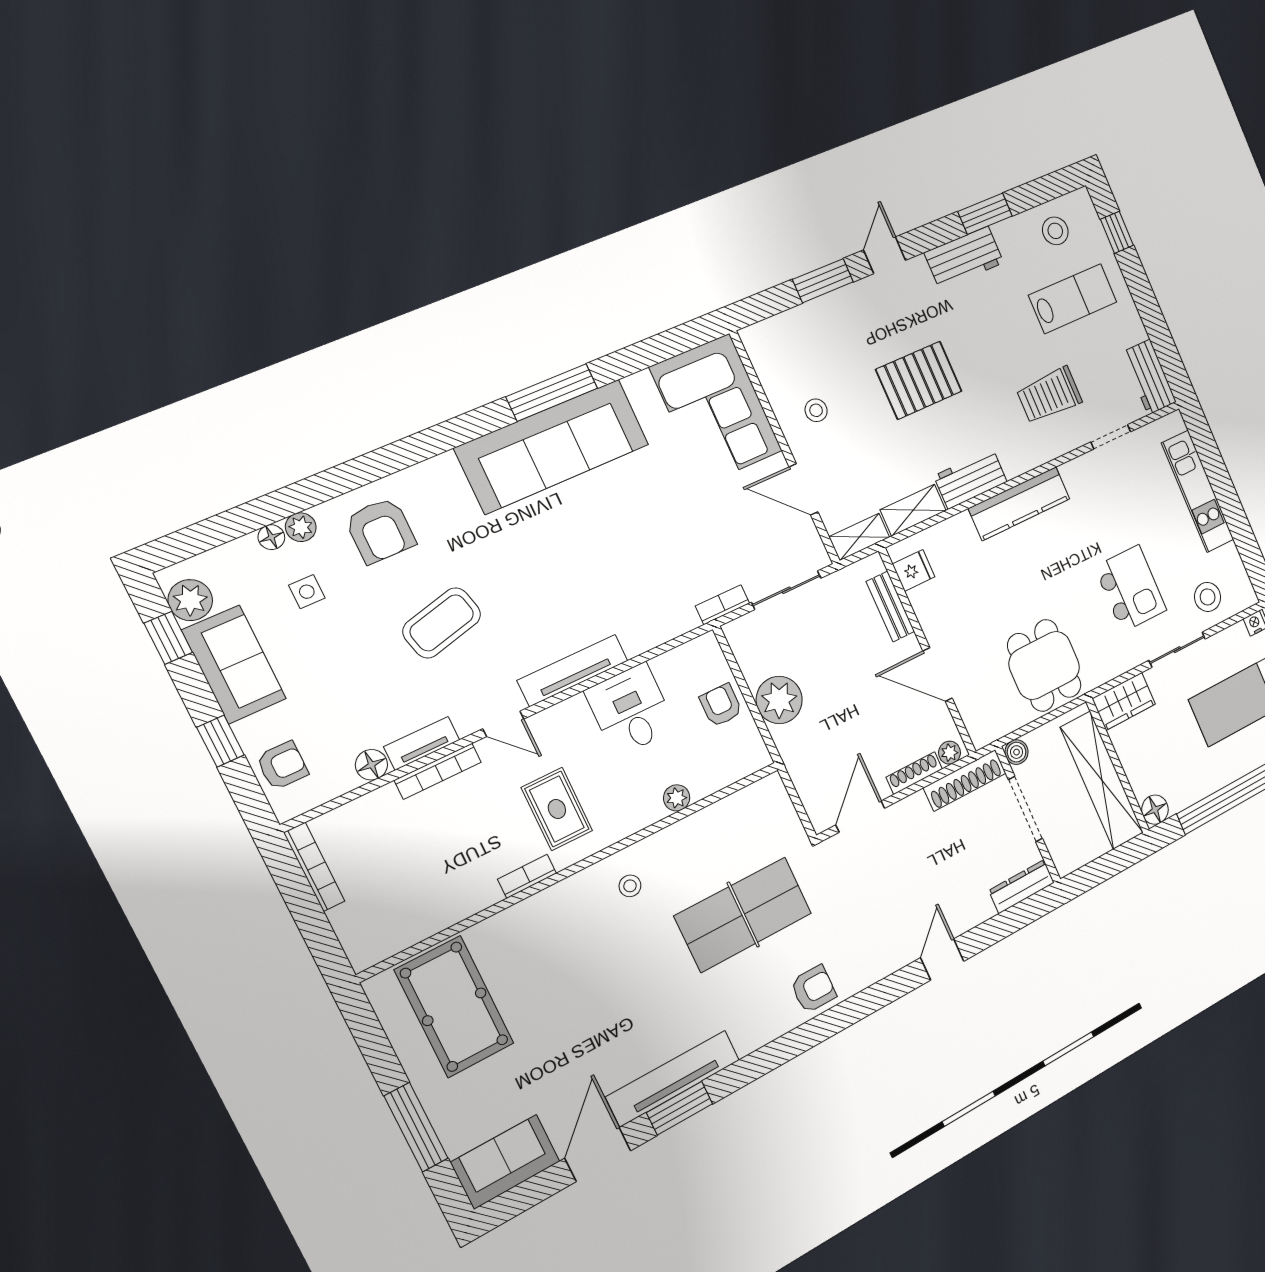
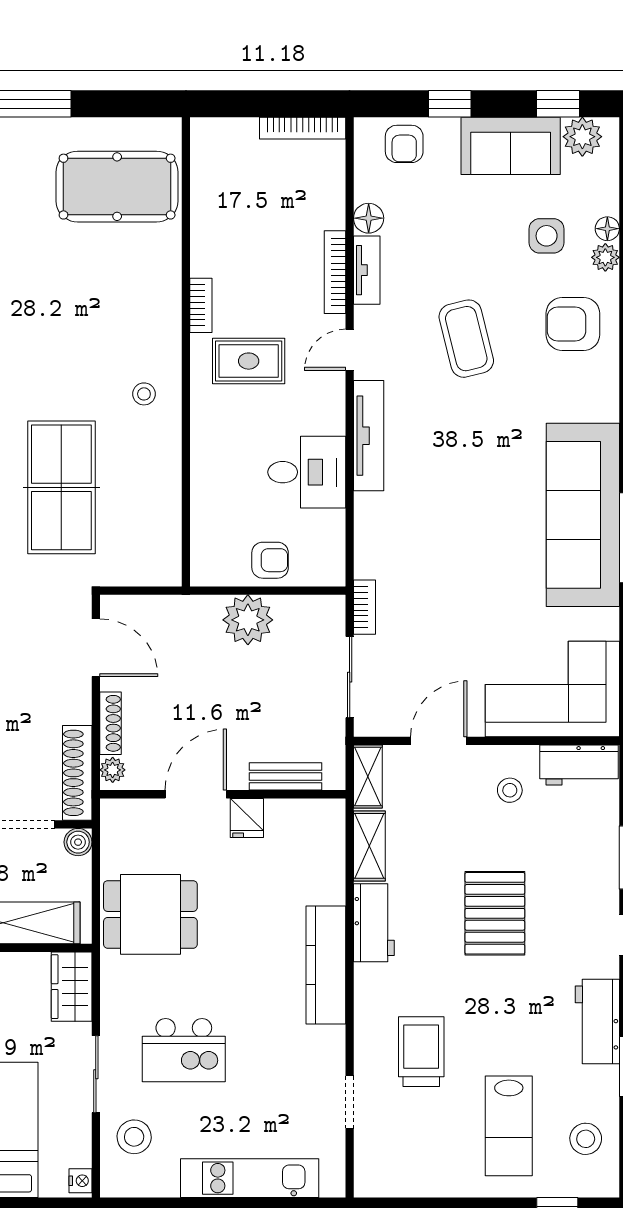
workbench: (1149, 377) -> (579, 765), moved, turned 180
fridge: (914, 570) -> (247, 818), moved
side table: (307, 592) -> (547, 236), width x1.37, depth x1.37
plant: (677, 798) -> (204, 476), removed

